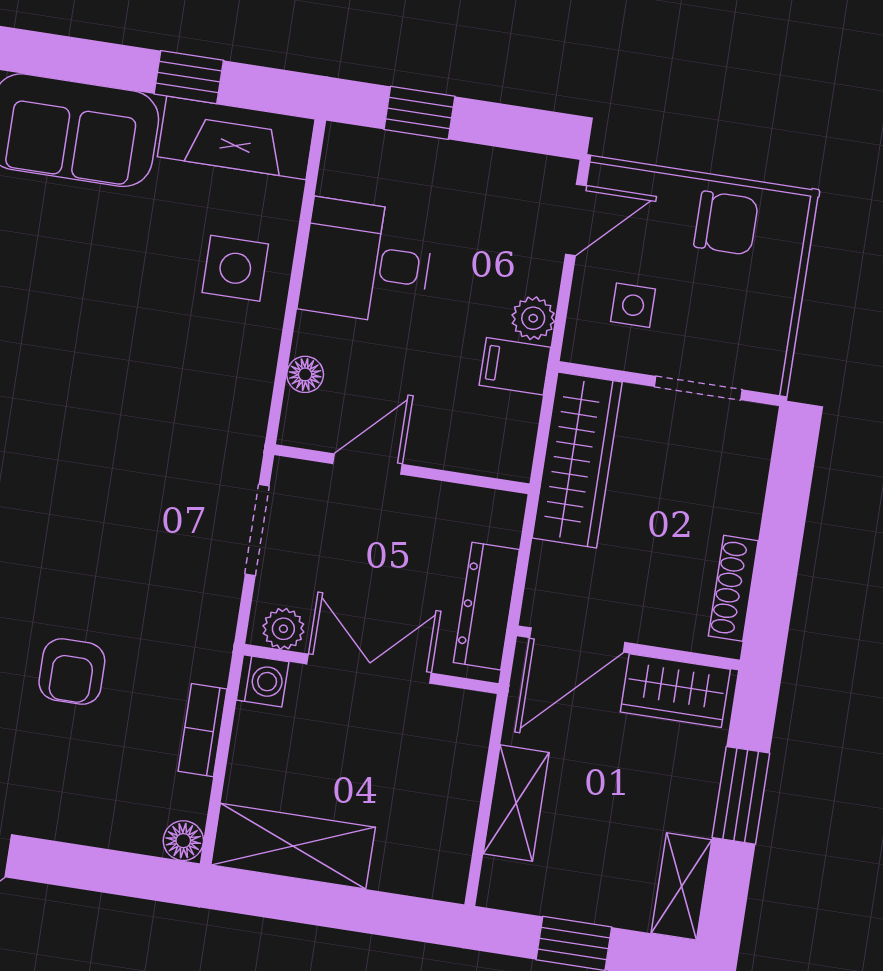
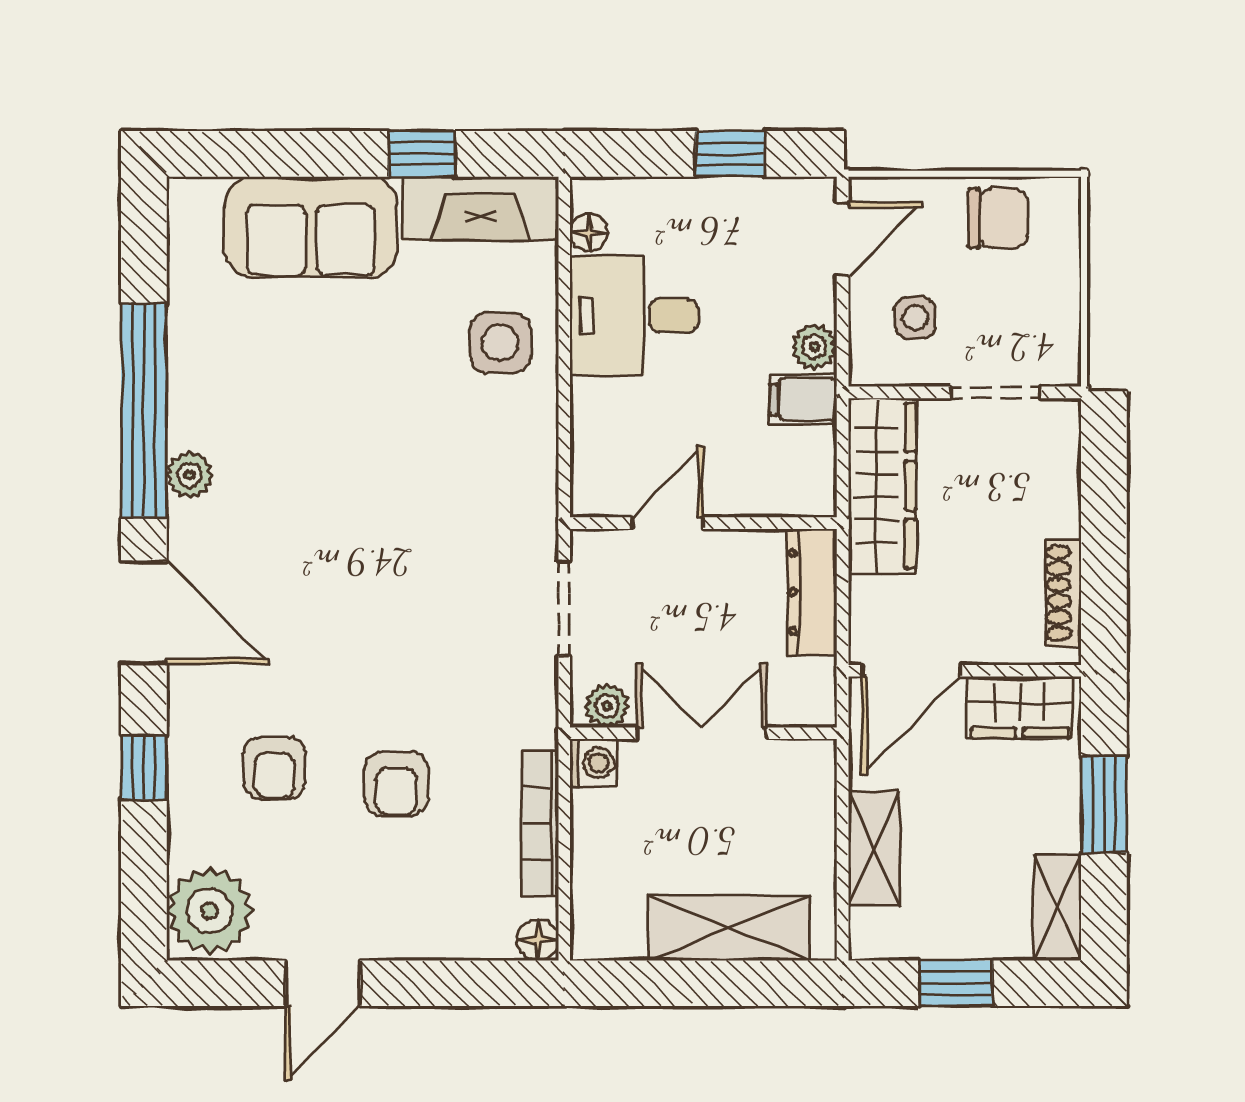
window: (419, 113) -> (730, 154), moved
floor lamp: (305, 374) -> (589, 233), moved
dresser: (486, 606) -> (812, 592), moved
bookcase: (203, 730) -> (540, 823), width x1.56
shelving: (293, 846) -> (729, 928), moved

